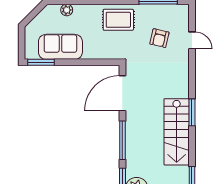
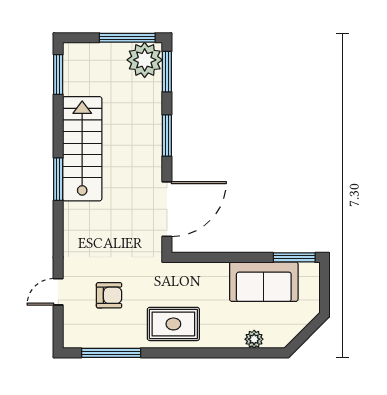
armchair: (159, 38) -> (109, 295), turned 77
door: (192, 40) -> (58, 292), hinge flipped
window: (122, 140) -> (167, 135), width x0.69

